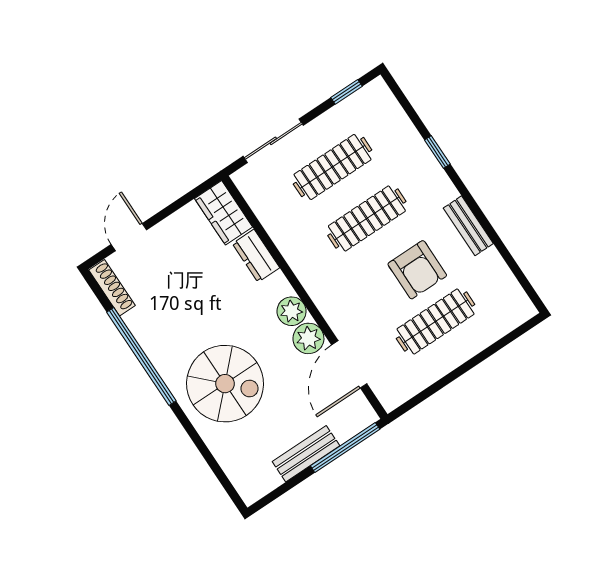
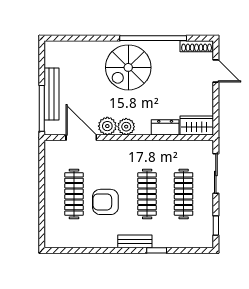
bench: (468, 226) -> (135, 241), moved
spiral stairs: (225, 384) -> (128, 67), moved
bench: (306, 454) -> (52, 94), width x1.36

